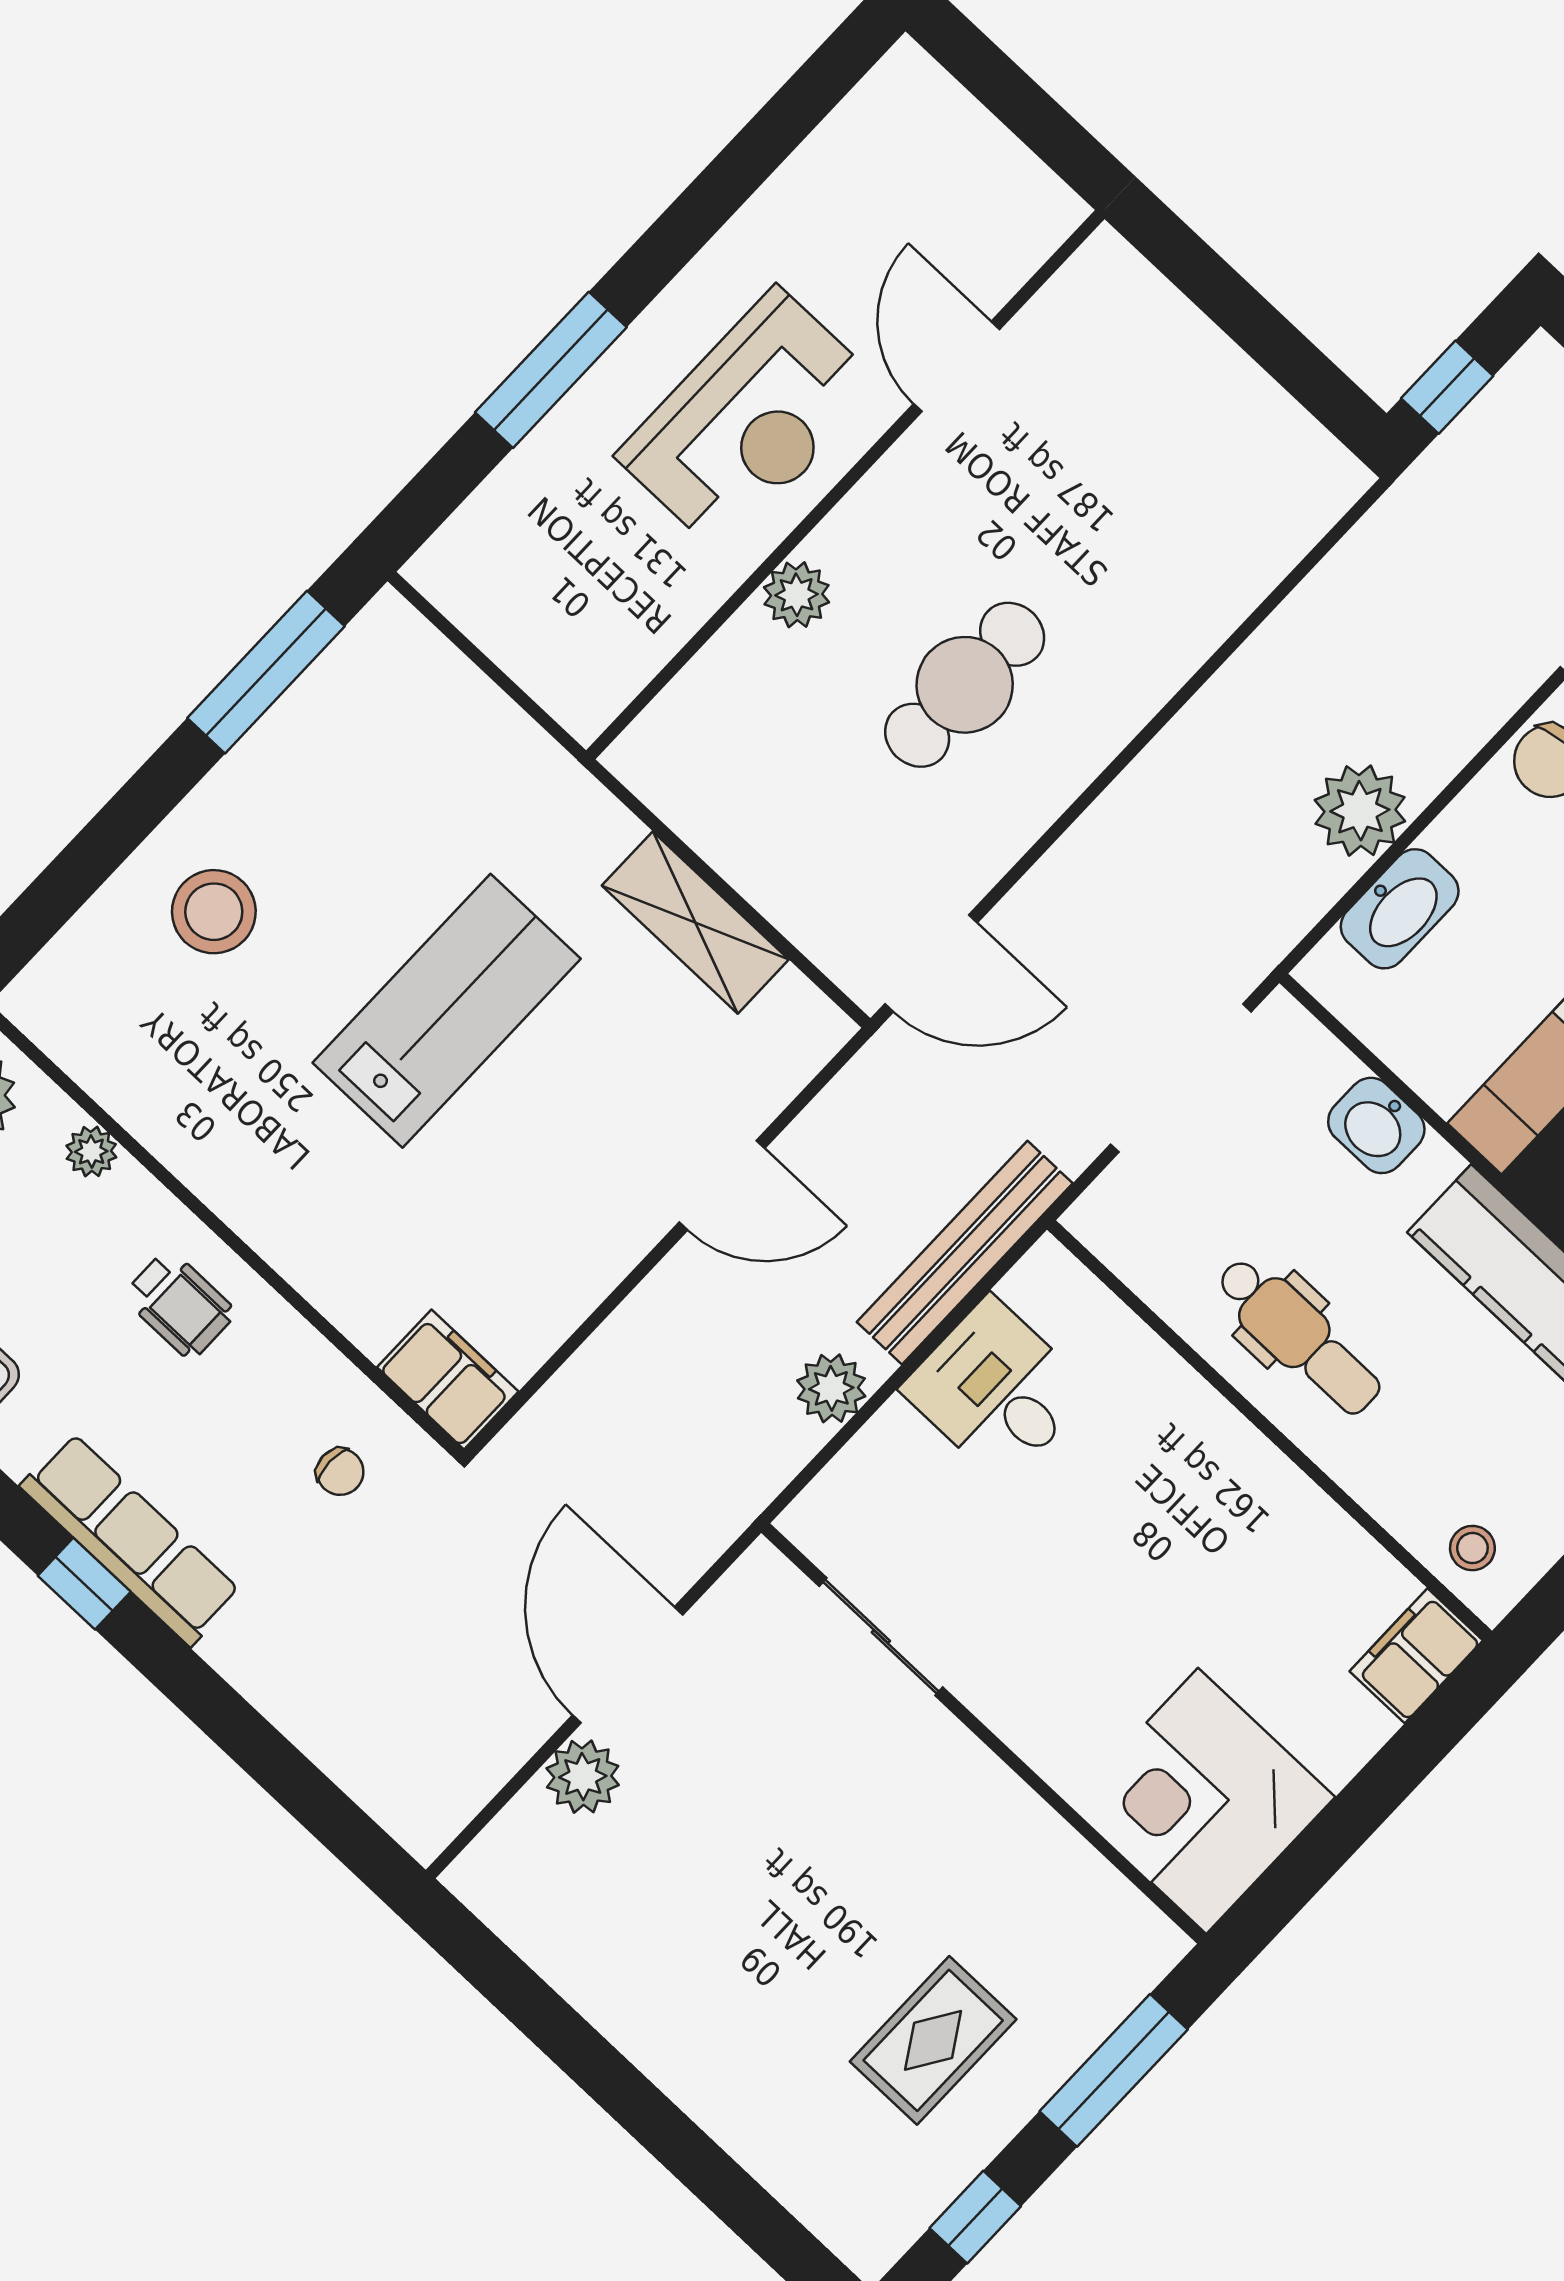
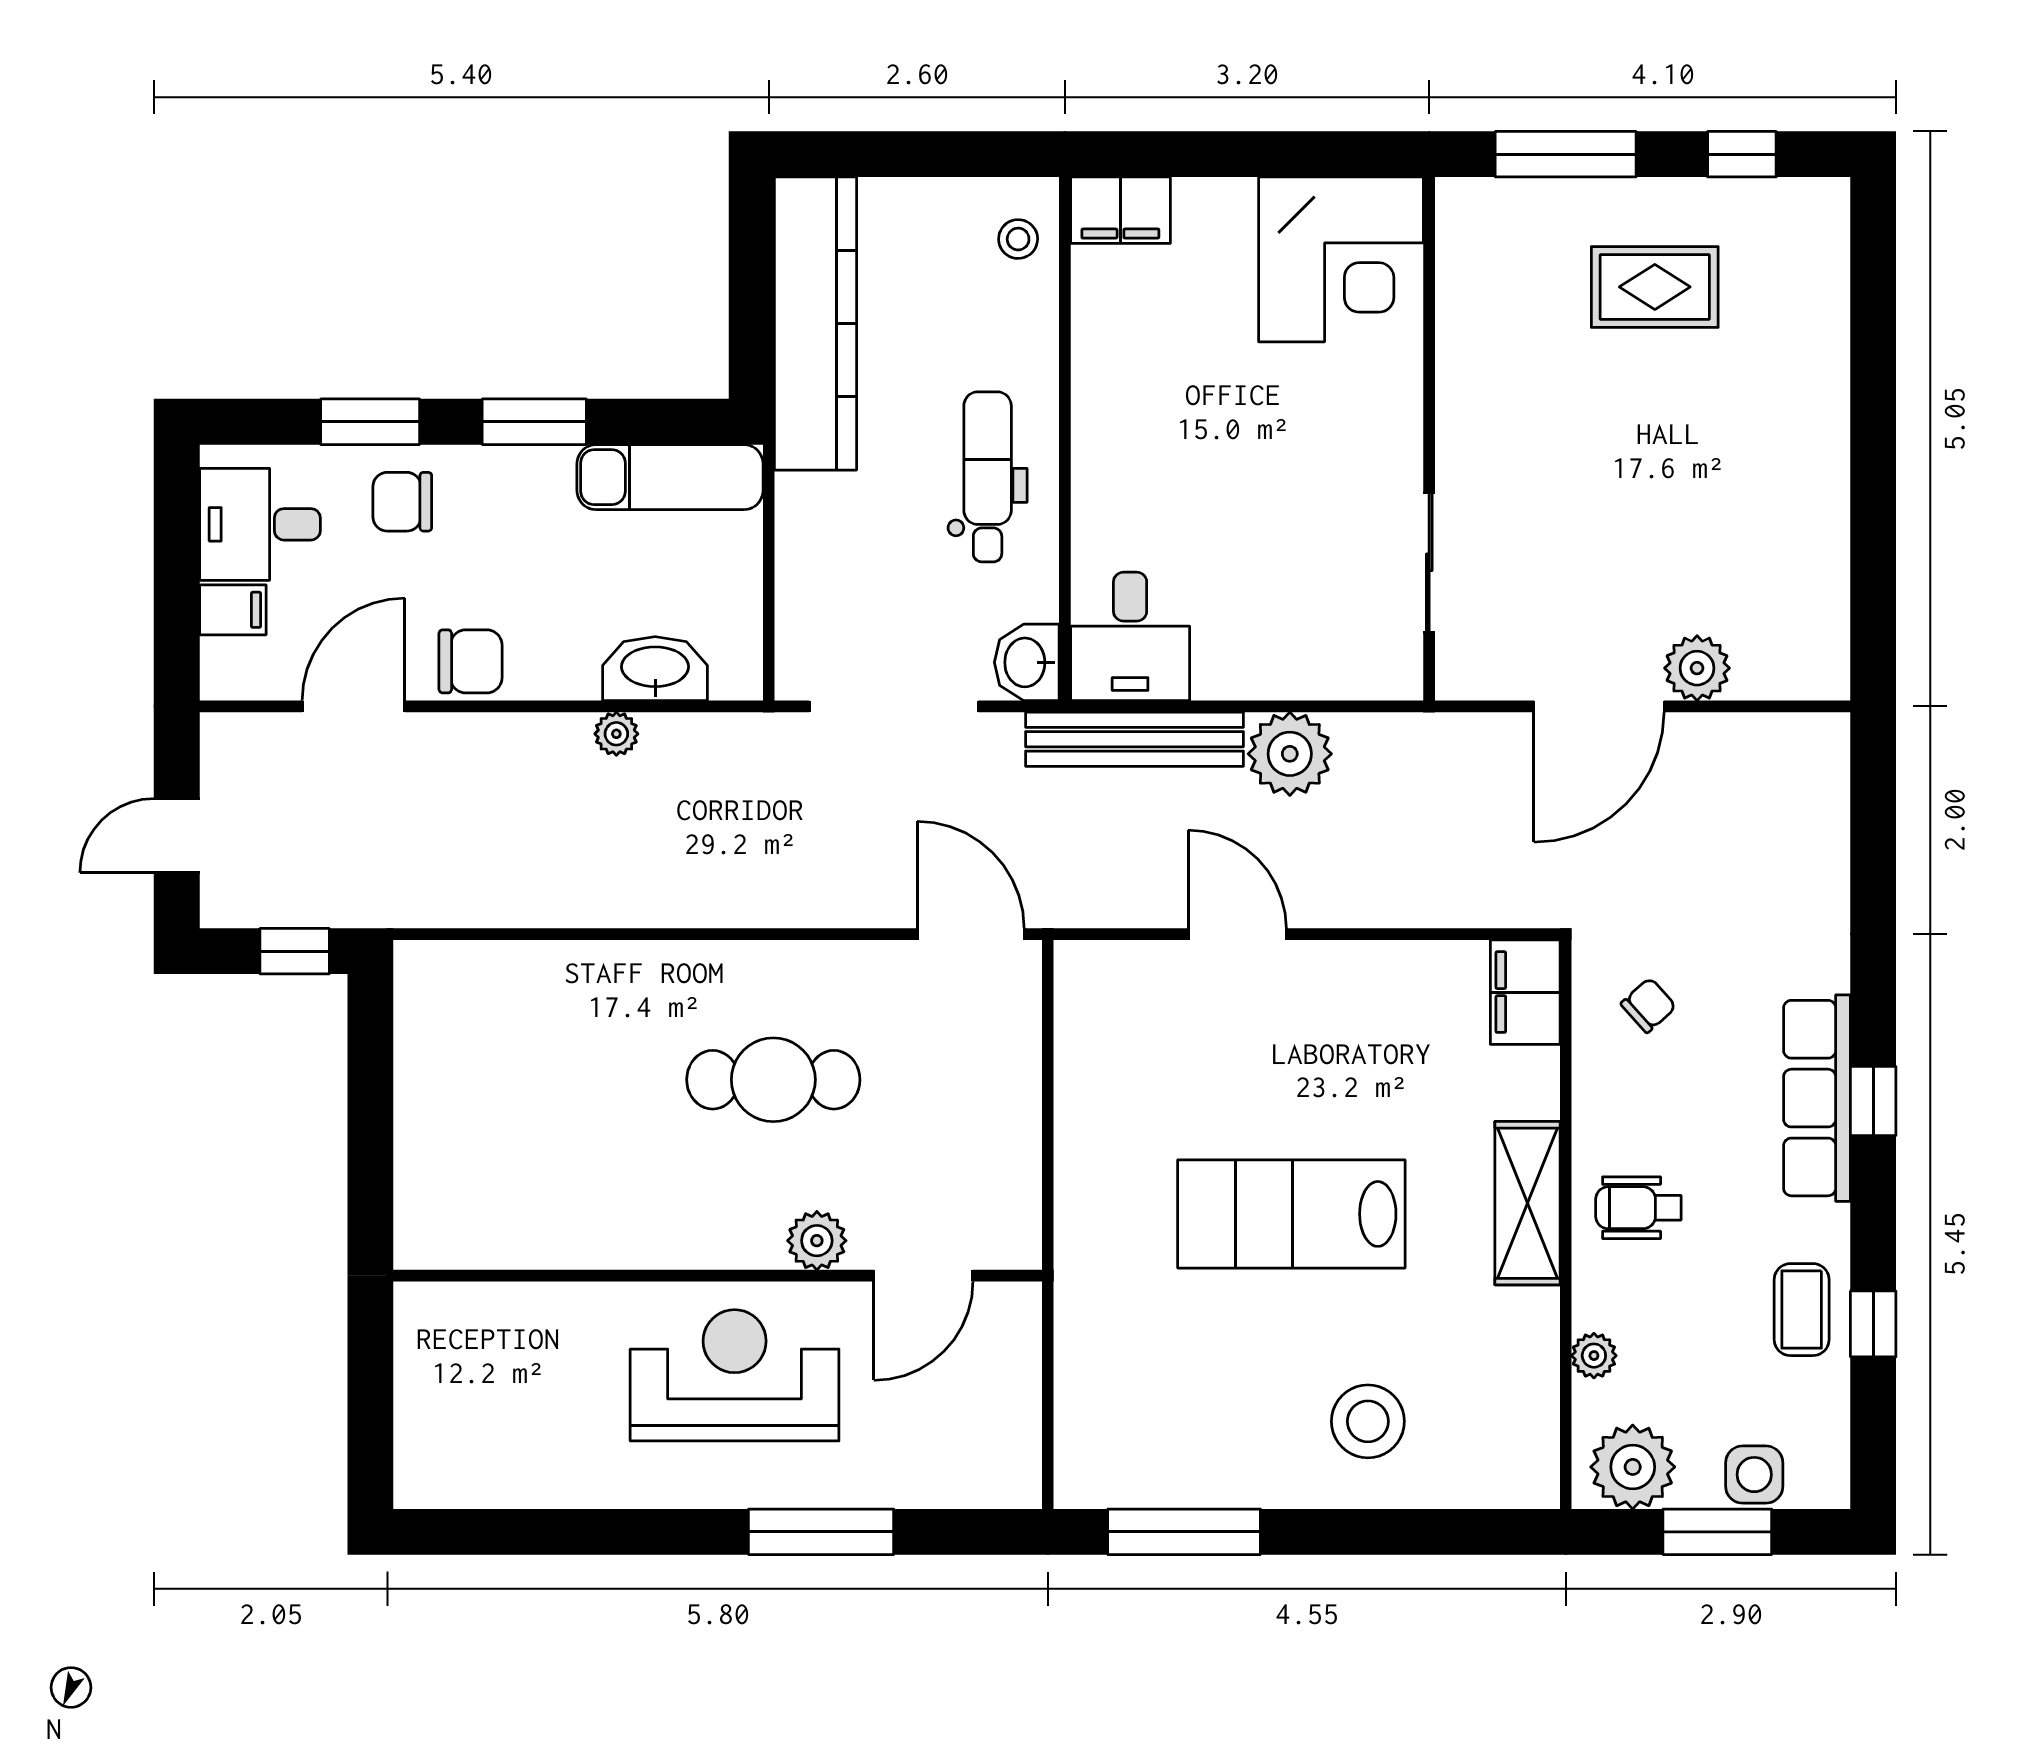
door: (957, 367) -> (923, 1276), moved
plant: (1360, 811) -> (616, 734), width x0.53, depth x0.53
shelving: (695, 923) -> (1527, 1203), moved
washbasin: (1376, 1125) -> (1027, 662), moved, turned 180
wheelchair: (179, 1304) -> (1638, 1208), turned -90
plant: (831, 1388) -> (1290, 754), width x1.36, depth x1.36
desk: (997, 1390) -> (1130, 636), moved
chair: (340, 1472) -> (1649, 1005), turned 48

